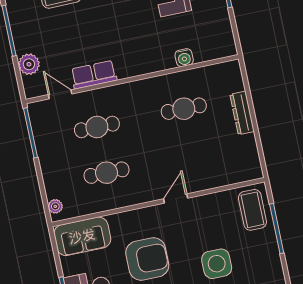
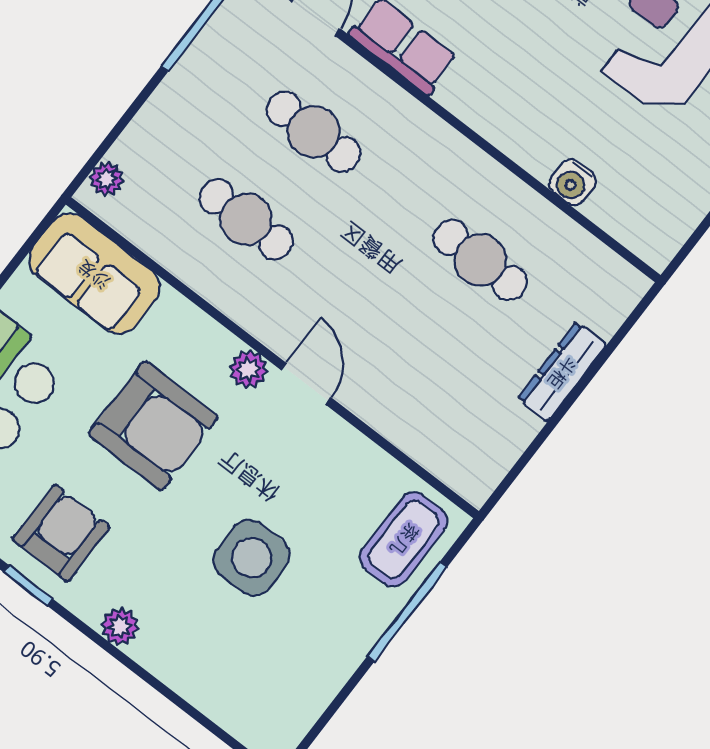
door: (176, 199) -> (306, 384), hinge flipped
plant: (155, 213) -> (248, 369), added

